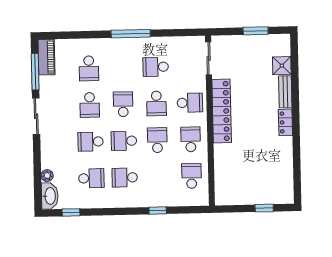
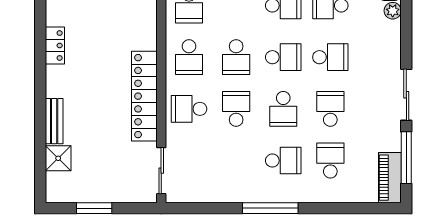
school desk: (156, 67) -> (283, 161), moved
locker: (285, 122) -> (55, 46), moved

